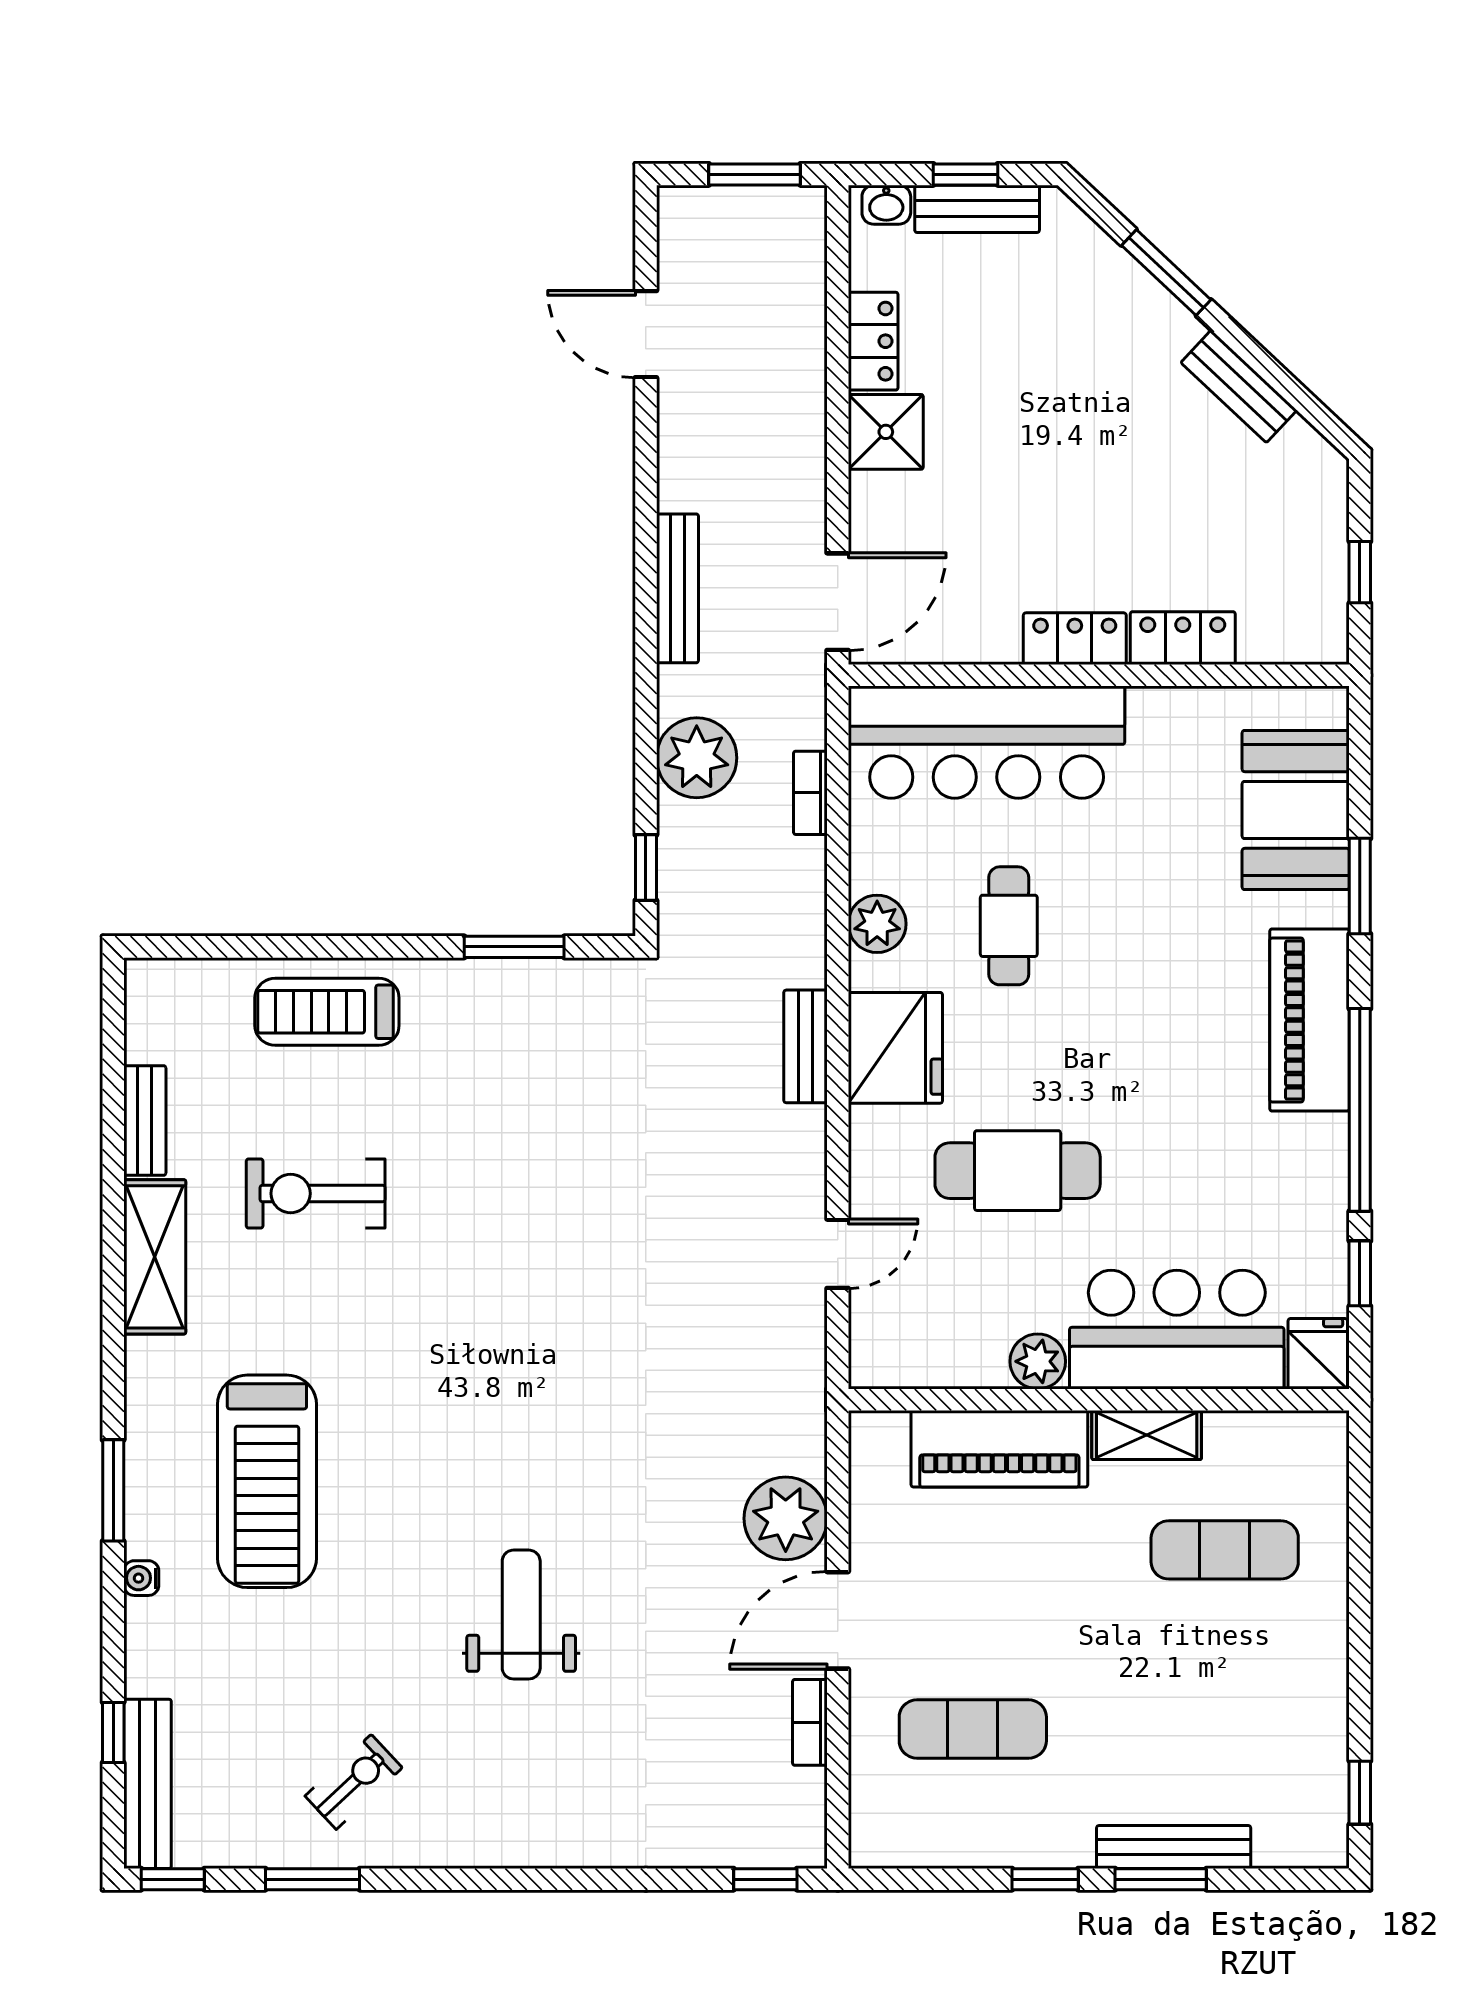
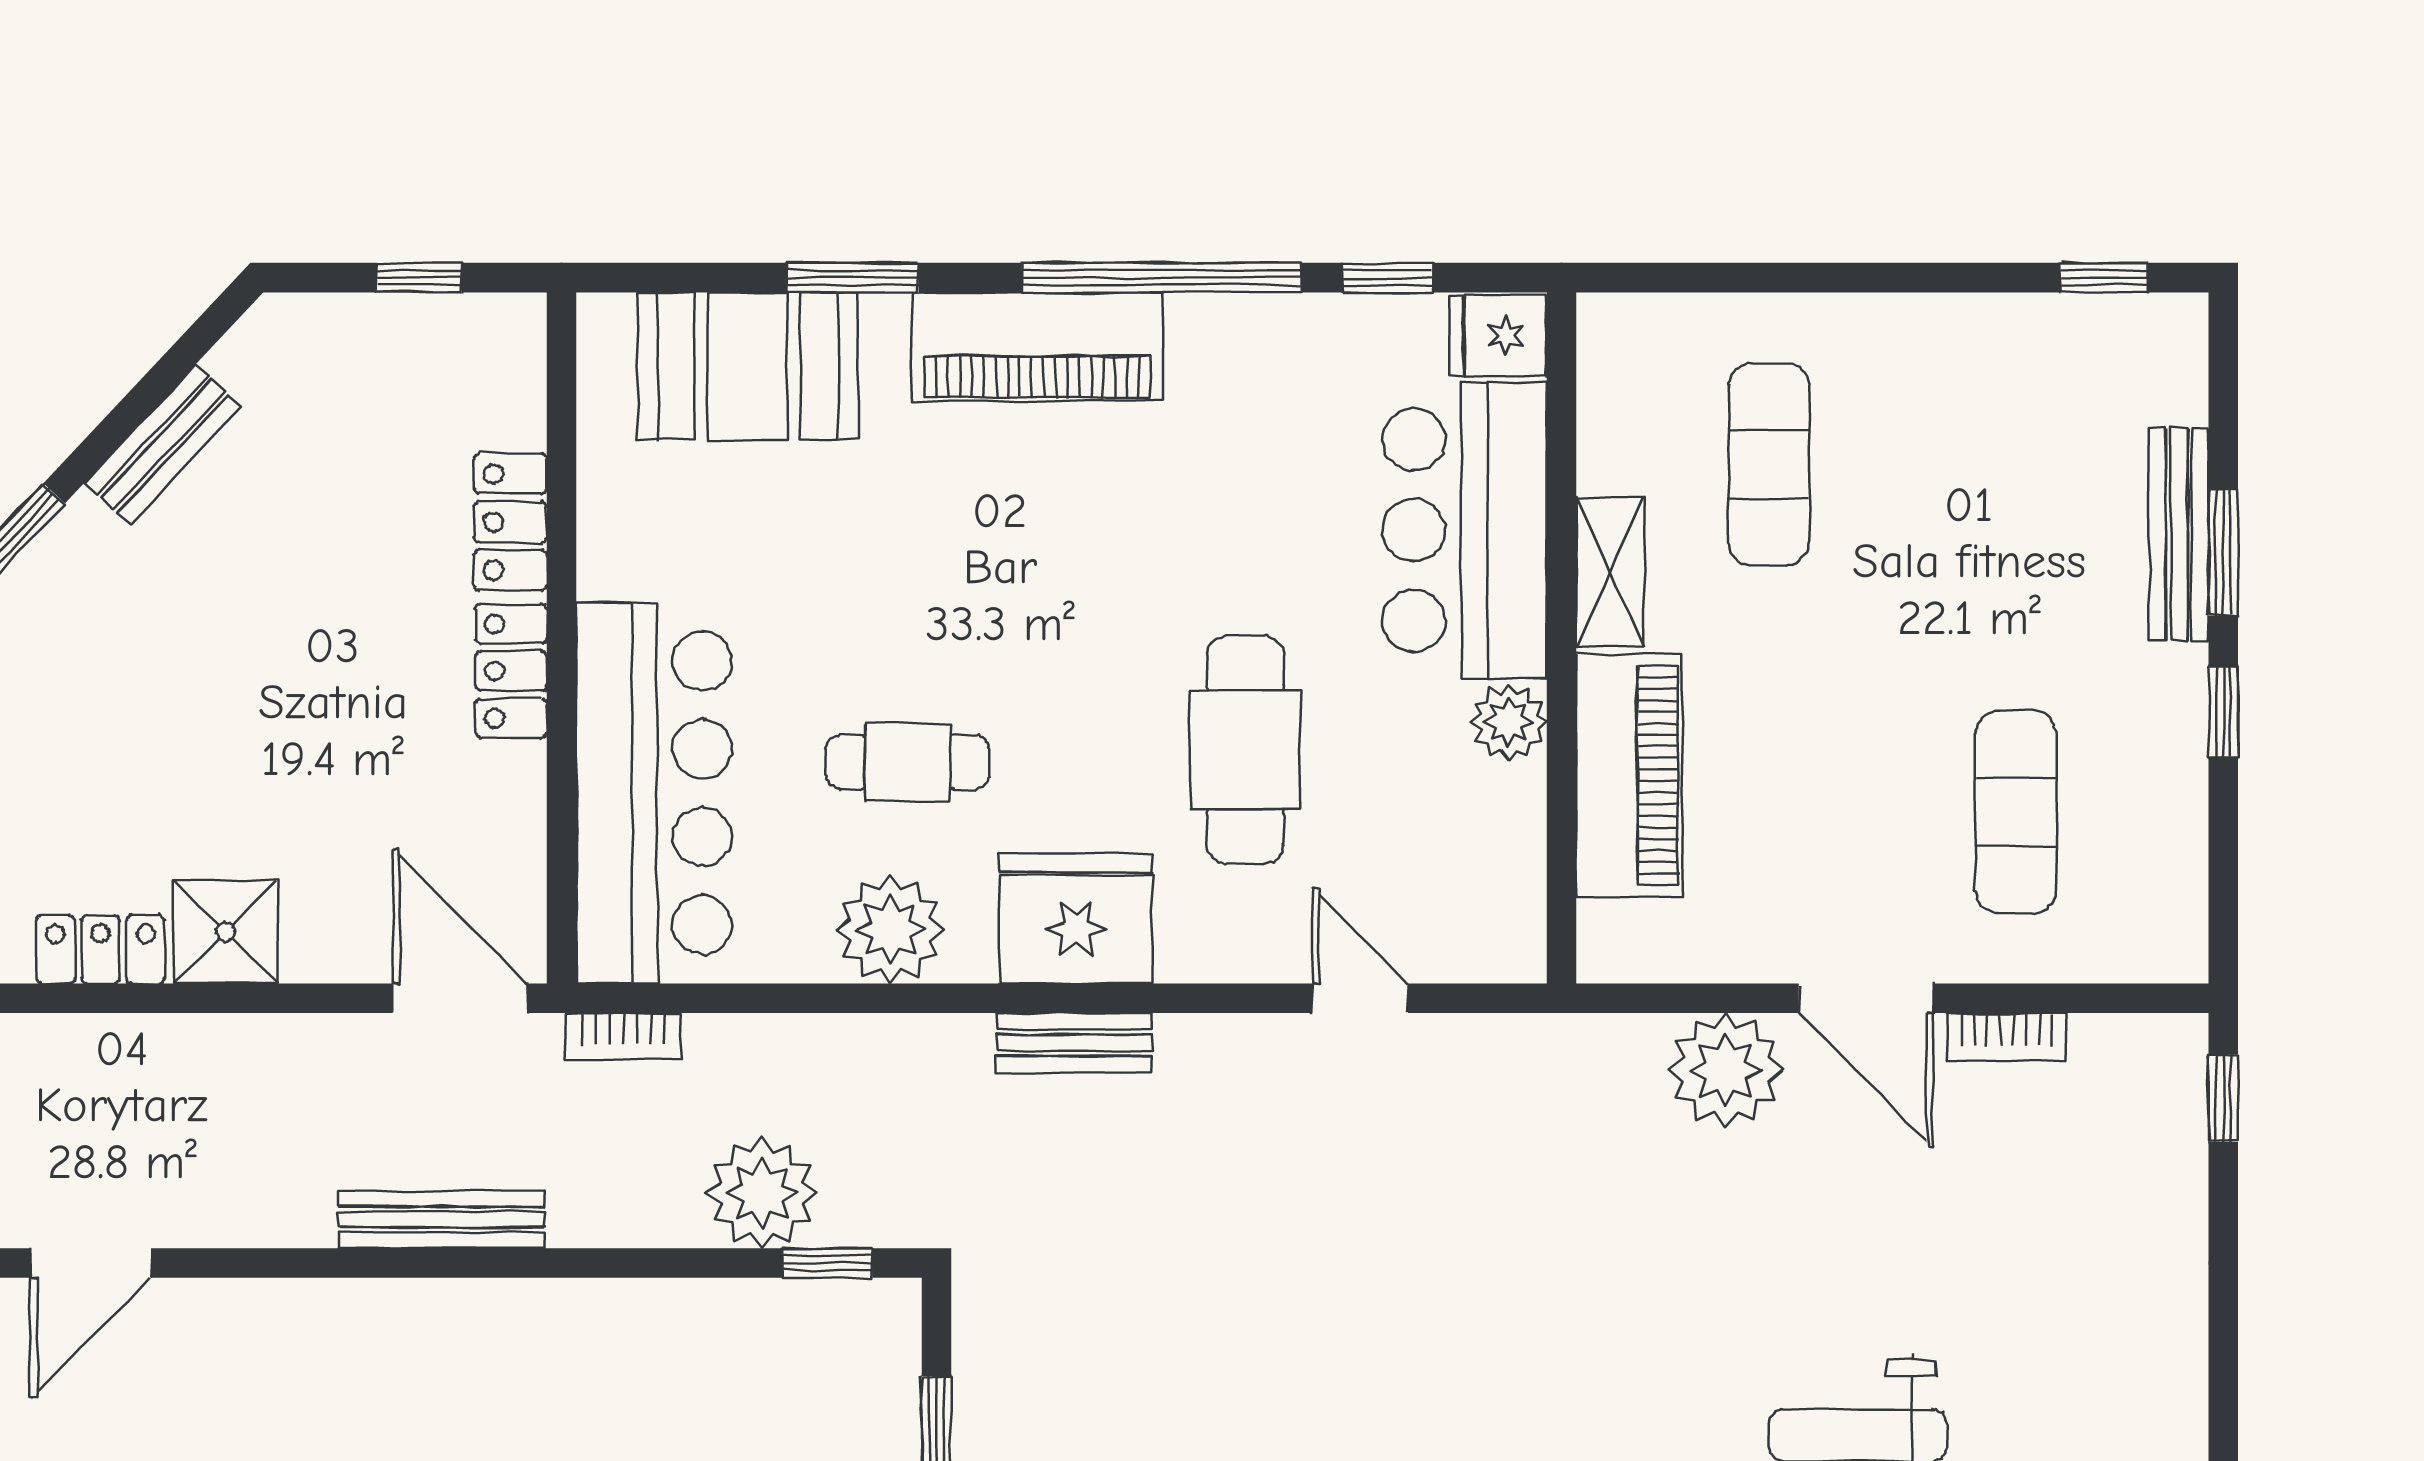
plant: (697, 758) -> (762, 1193), moved
bookcase: (810, 793) -> (623, 1036), moved
plant: (877, 924) -> (890, 929), width x1.36, depth x1.36

